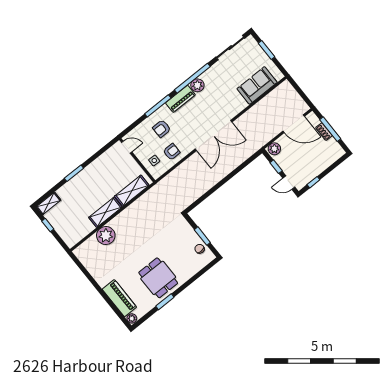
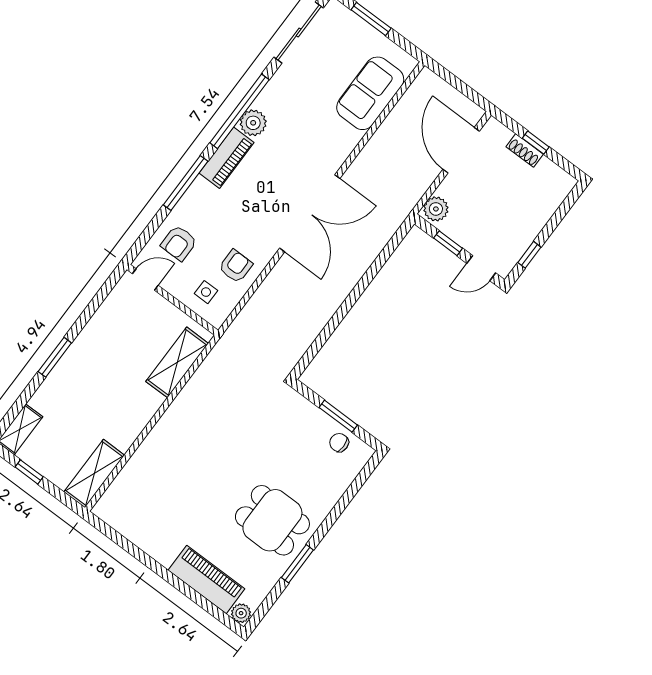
door: (294, 124) -> (461, 150), swing flipped
armchair: (162, 129) -> (179, 243), moved
window: (330, 129) -> (536, 143), width x0.46
shelving: (105, 212) -> (94, 474), moved
plant: (106, 236) -> (148, 463), removed

